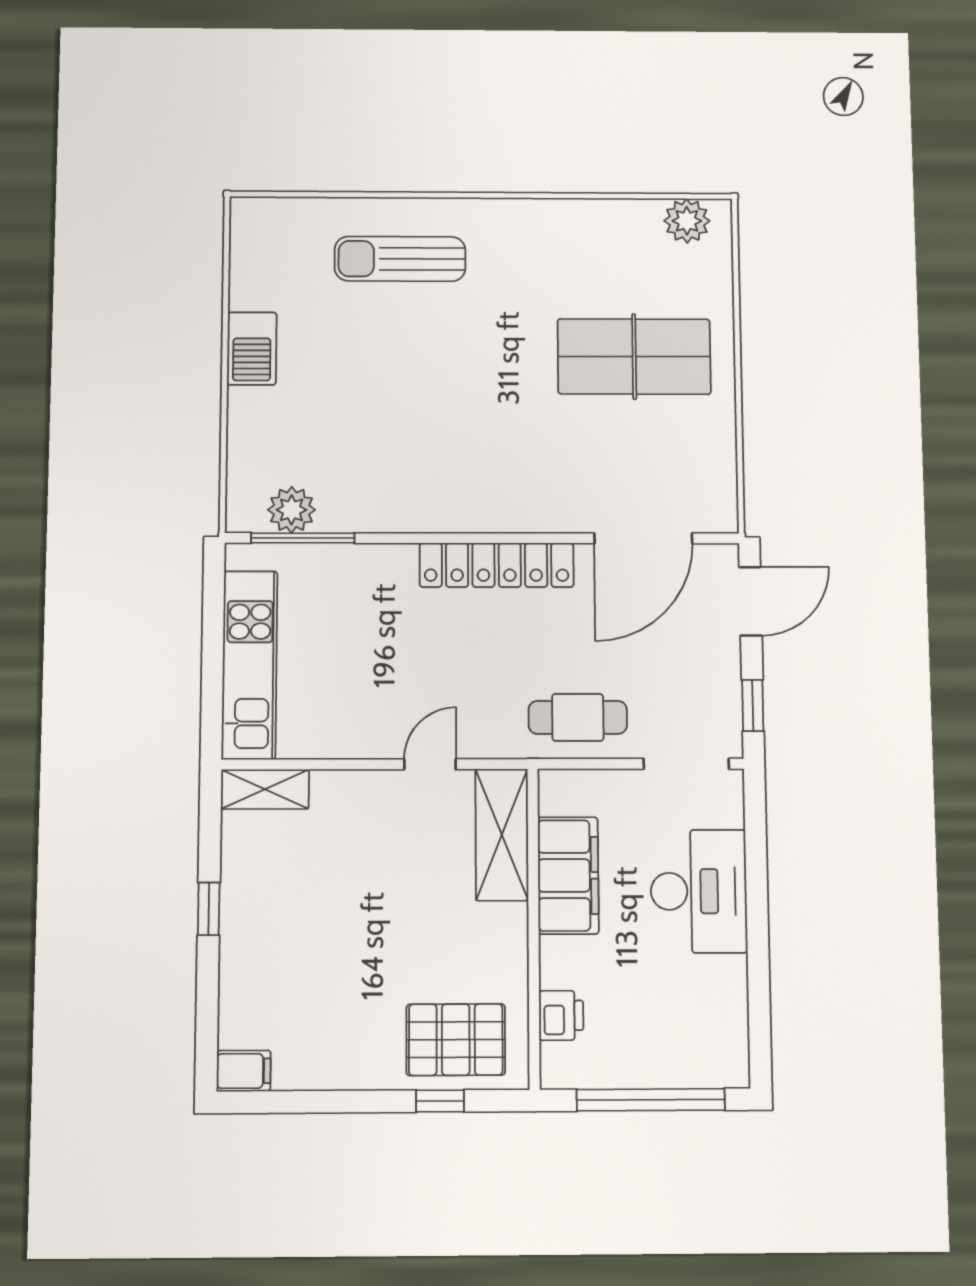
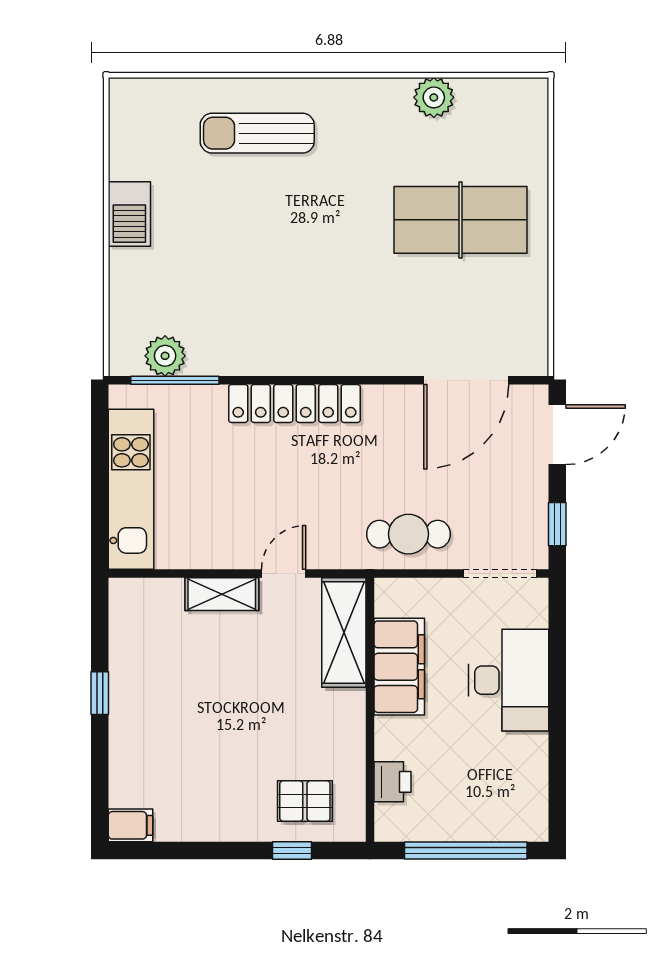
plant: (687, 221) -> (434, 97), moved
locker: (497, 565) -> (294, 403), moved
shelving: (265, 789) -> (222, 594), moved
pallet: (456, 1040) -> (305, 801), width x0.67, depth x0.71

